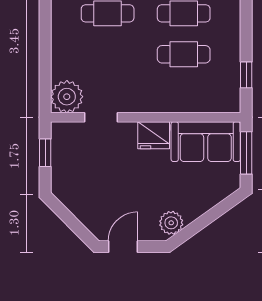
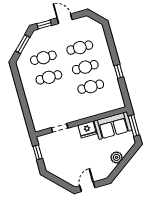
window: (246, 75) -> (119, 71), moved
plant: (67, 97) -> (40, 123), removed
plant: (171, 223) -> (117, 157), moved

